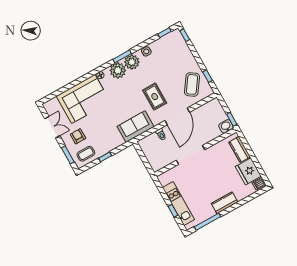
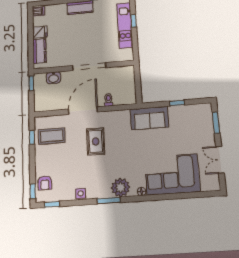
plant: (132, 62) -> (101, 189), removed
coffee table: (192, 84) -> (52, 136), turned 55
washbasin: (226, 126) -> (53, 78), moved
sofa: (136, 127) -> (149, 118), moved
armchair: (78, 136) -> (45, 183), moved
coffee table: (86, 154) -> (196, 115), removed
fridge: (248, 171) -> (40, 32), width x0.53, depth x0.75

